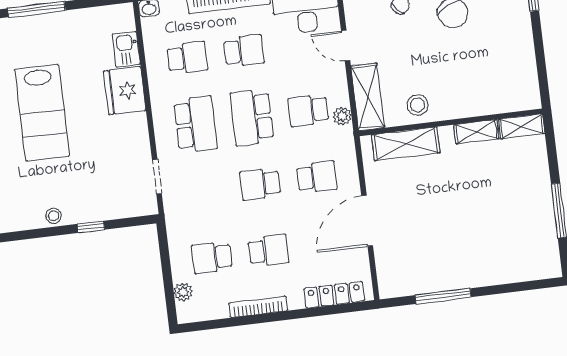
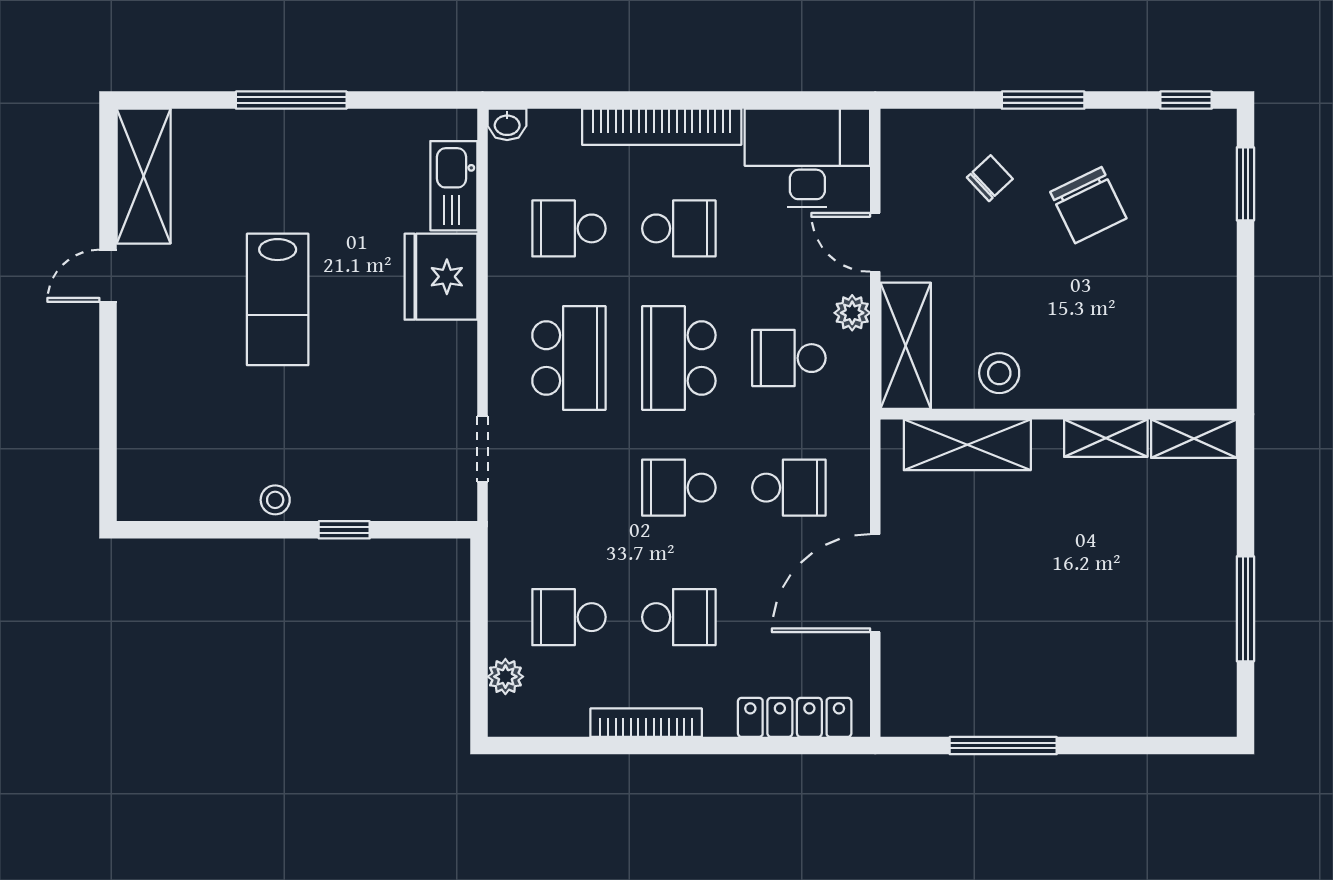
kitchen sink: (126, 49) -> (454, 186), width x1.38
school desk: (187, 58) -> (569, 228), turned 180
lab bench: (42, 113) -> (278, 299), width x0.73, depth x0.72
plant: (342, 116) -> (852, 313), moved

